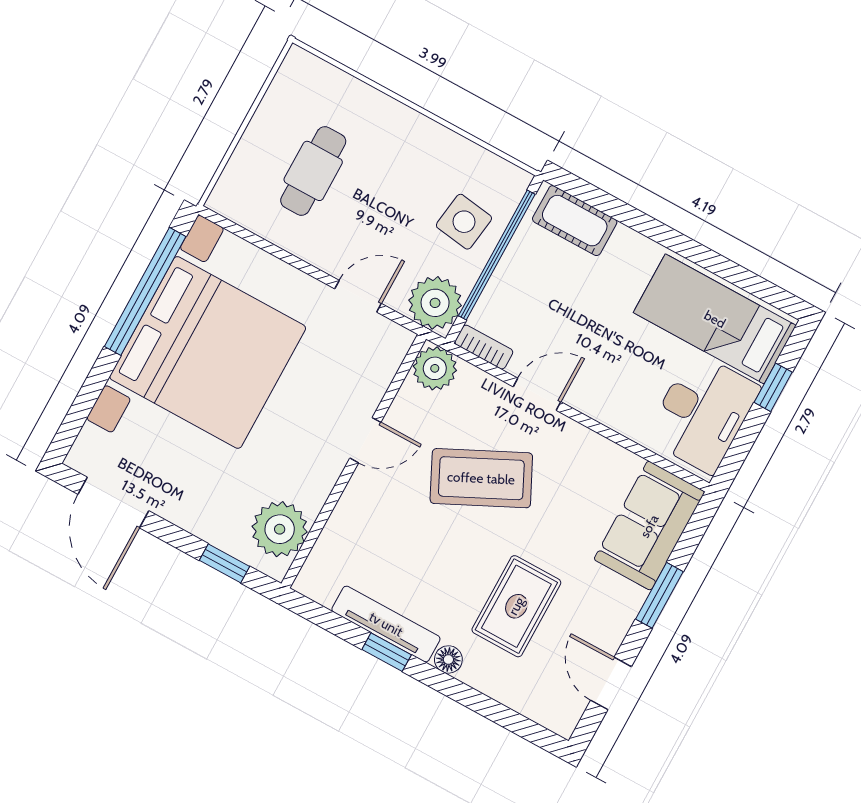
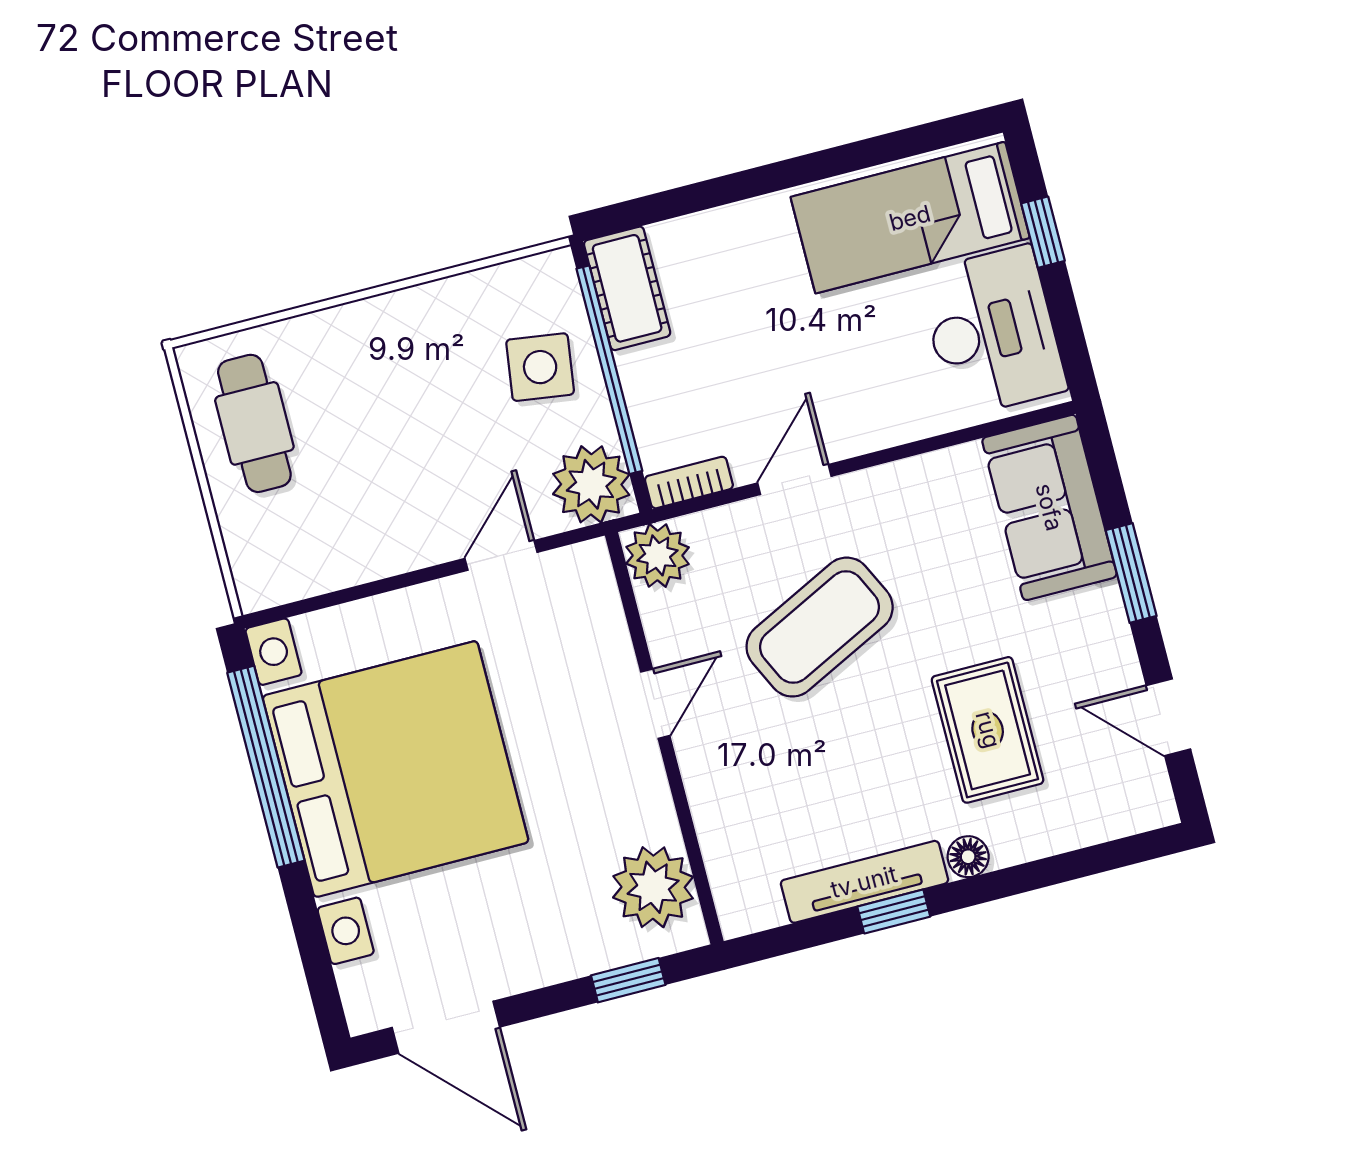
cafe table: (313, 171) -> (254, 423), moved
cot: (575, 221) -> (627, 288), moved, turned 90

